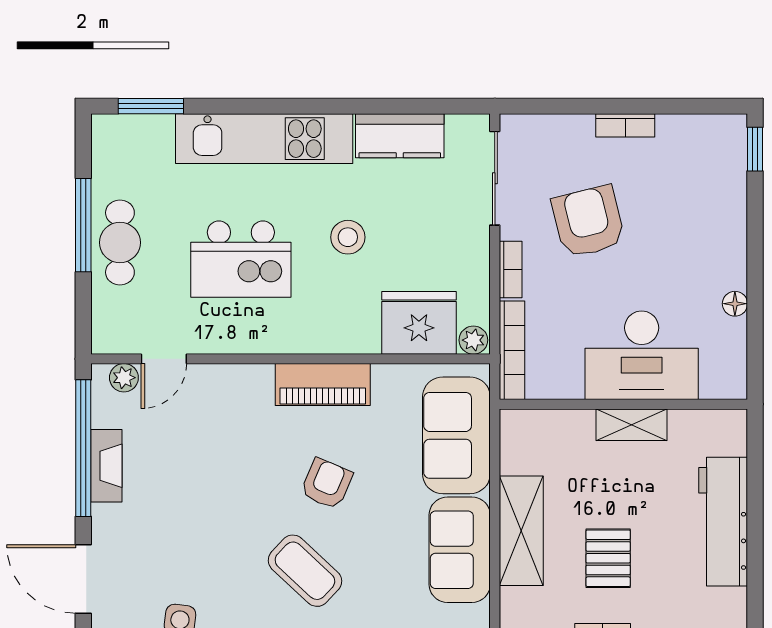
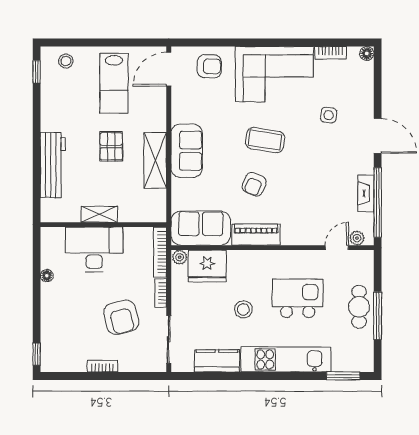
sofa: (456, 435) -> (201, 228), moved, turned -90
coffee table: (305, 571) -> (265, 140), turned -34

